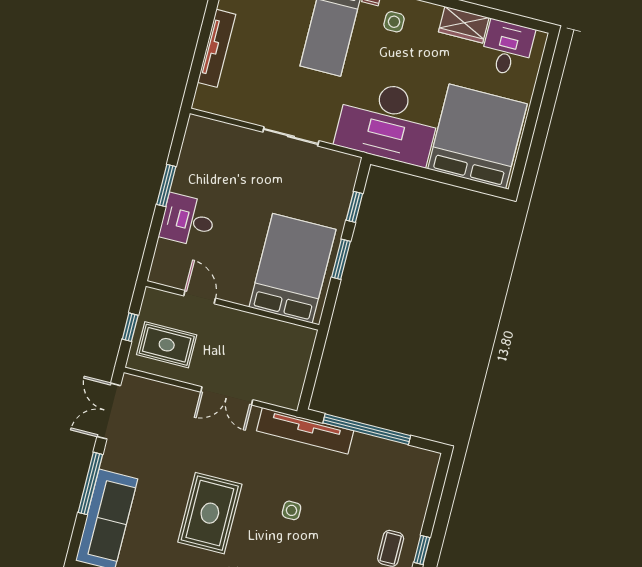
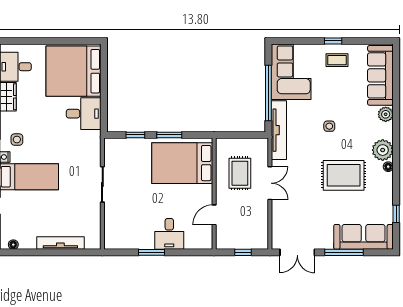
desk: (388, 122) -> (84, 114), width x0.53, depth x0.77
rug: (167, 345) -> (240, 173), moved
corner sofa: (391, 473) -> (291, 72), added

